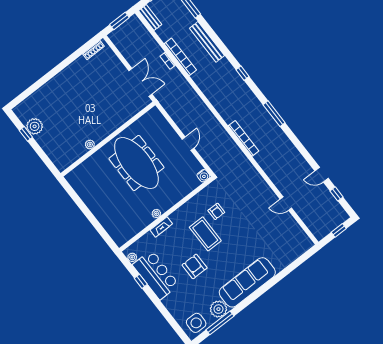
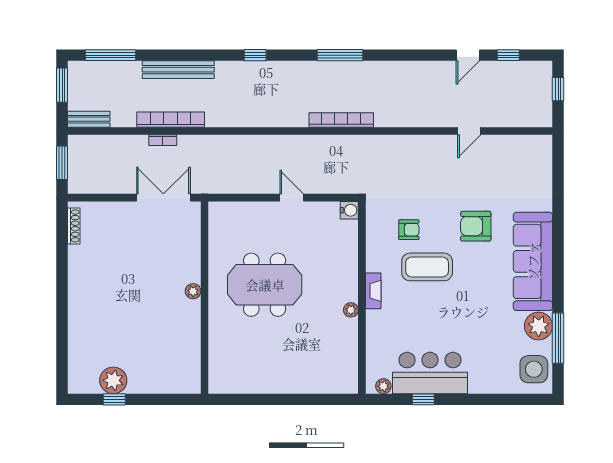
plant: (90, 144) -> (193, 291), moved
meeting table: (136, 163) -> (265, 285), width x0.73
fireplace: (161, 227) -> (373, 291), moved
armchair: (195, 266) -> (476, 226), moved

